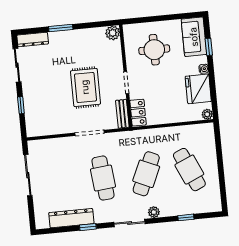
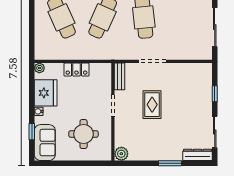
rug: (85, 87) -> (152, 105), width x0.73, depth x0.70
locker: (138, 113) -> (76, 70), moved, turned -90

